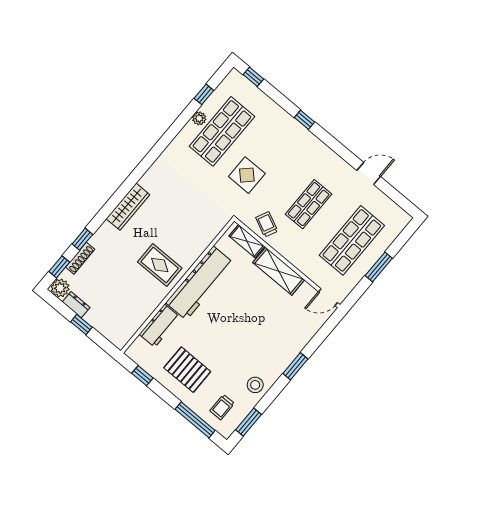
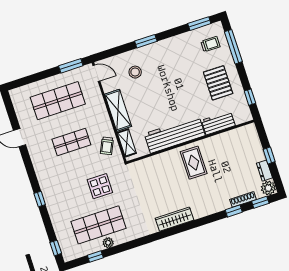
wardrobe: (128, 207) -> (175, 219), moved
window: (379, 267) -> (71, 66), moved
stool: (255, 385) -> (135, 72), moved

